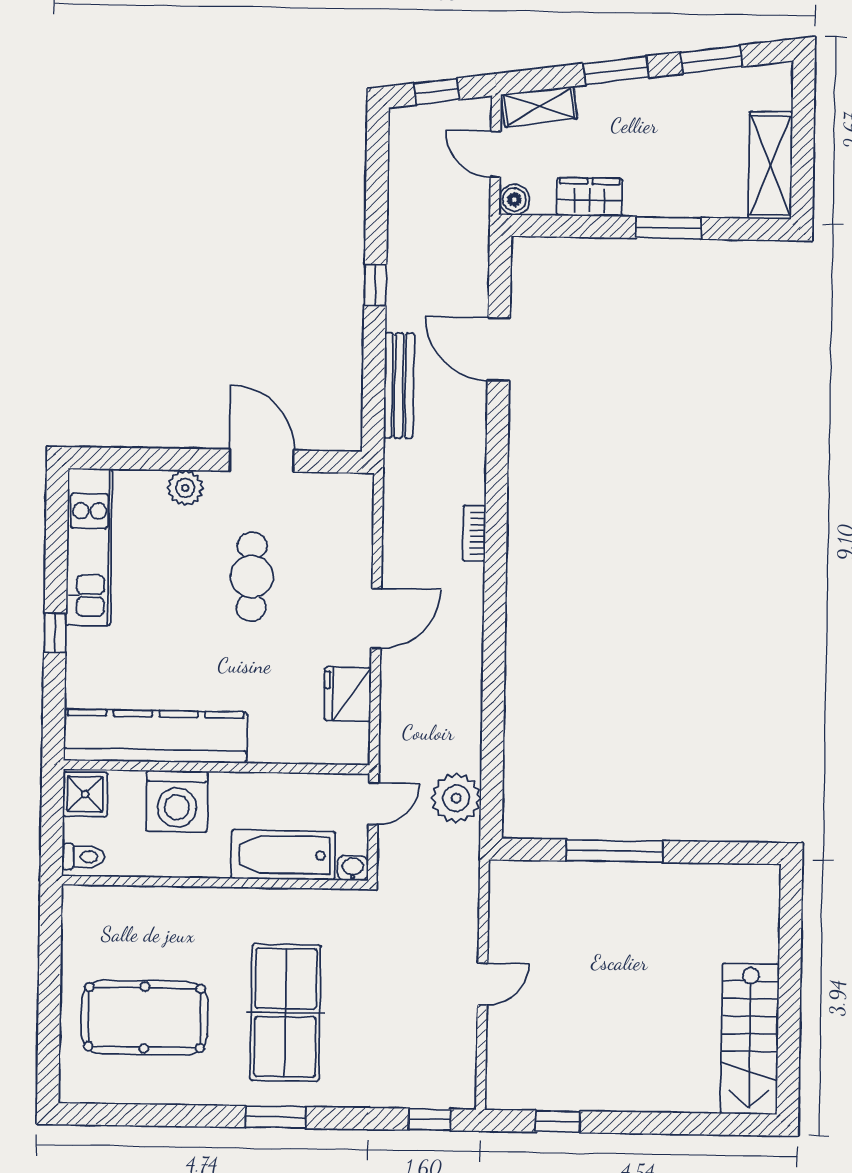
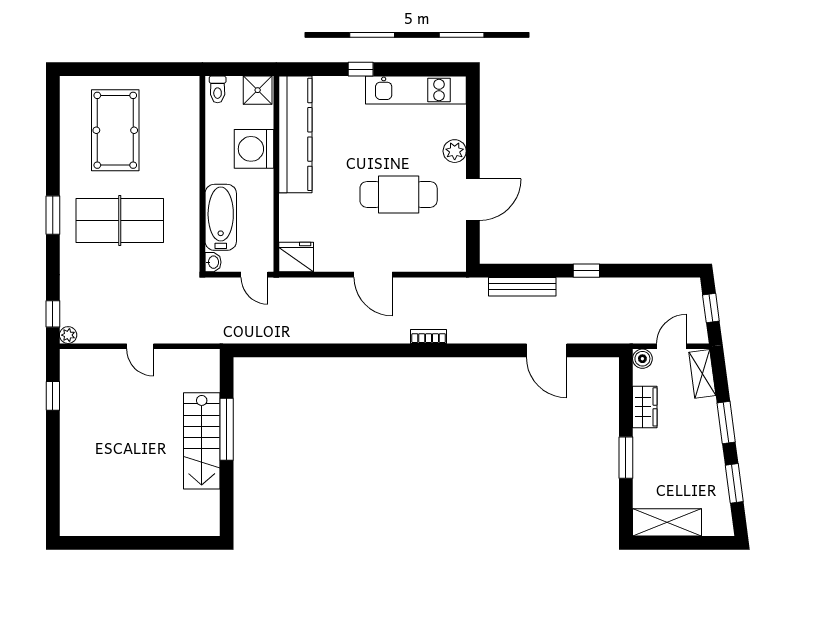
door: (499, 349) -> (547, 350), swing flipped
cafe table: (252, 577) -> (399, 194), width x1.37, depth x1.35
fridge: (348, 694) -> (296, 257), moved
plant: (456, 798) -> (68, 335), moved, width x0.53, depth x0.53
stairs: (750, 1039) -> (202, 441), moved, turned -90

